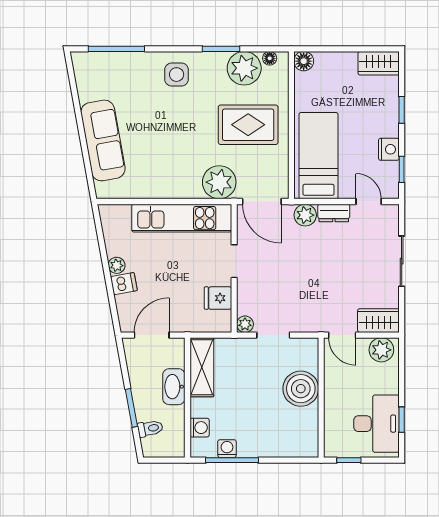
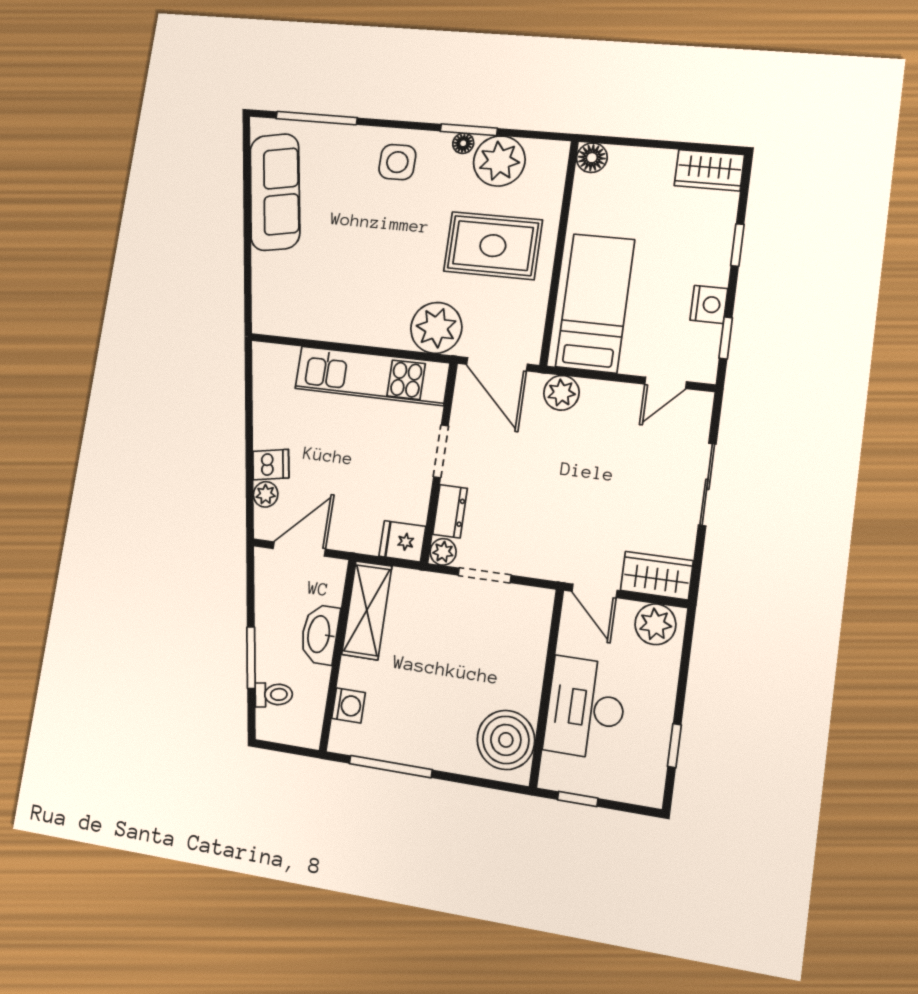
floor lamp: (270, 58) -> (463, 143), moved
sofa: (103, 140) -> (275, 192), moved
door: (369, 201) -> (666, 383), swing flipped
dresser: (334, 213) -> (450, 511), moved, turned -90
plant: (117, 265) -> (266, 494), moved
fridge: (218, 298) -> (402, 541), moved
boiler: (301, 389) -> (506, 740), moved
desk: (376, 424) -> (585, 708), moved, turned 180
washing machine: (227, 449) -> (386, 746), removed

